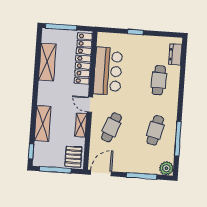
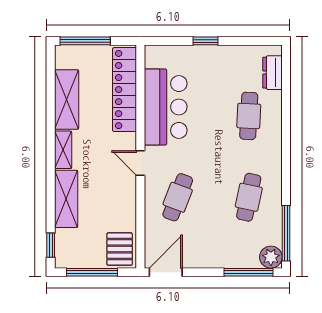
shelving: (81, 125) -> (63, 150), moved
window: (178, 139) -> (286, 233), moved
window: (141, 176) -> (248, 272), moved

